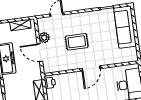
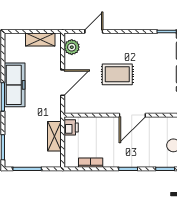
plant: (44, 38) -> (72, 47), moved
door: (40, 53) -> (63, 83), swing flipped

